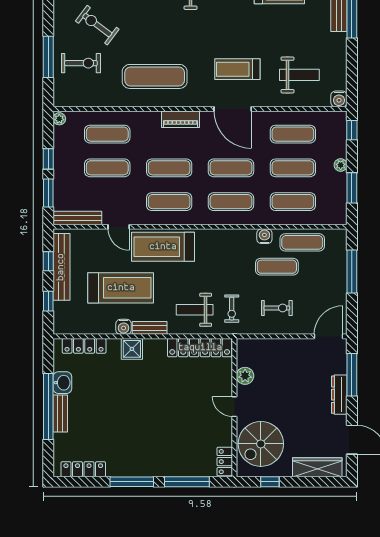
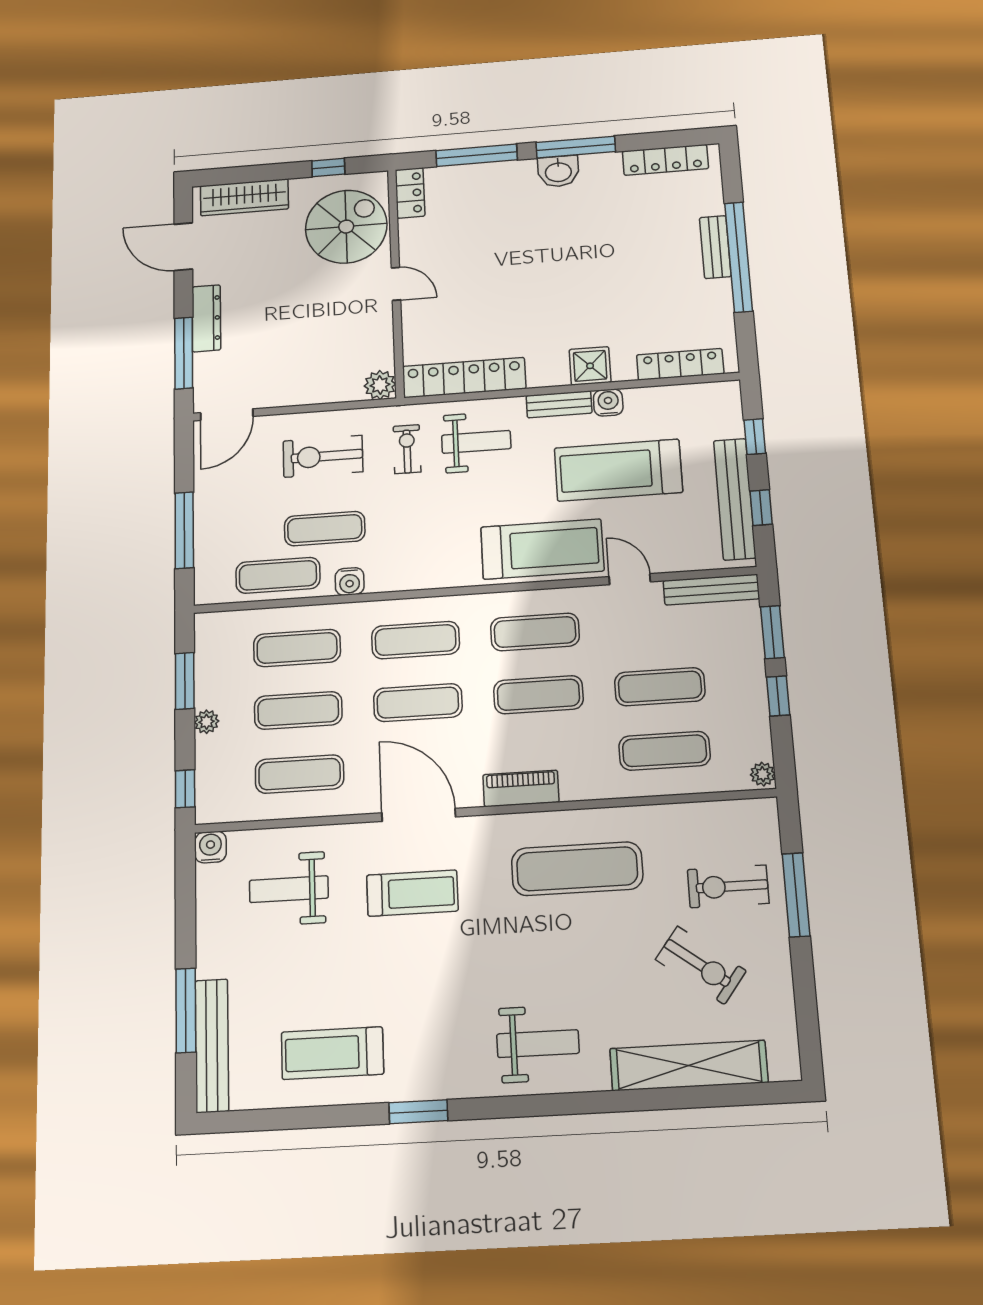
exercise bike: (277, 308) -> (323, 456), width x1.38, depth x1.39
plant: (245, 376) -> (380, 385), moved
washbasin: (62, 383) -> (558, 171), moved, turned -90

